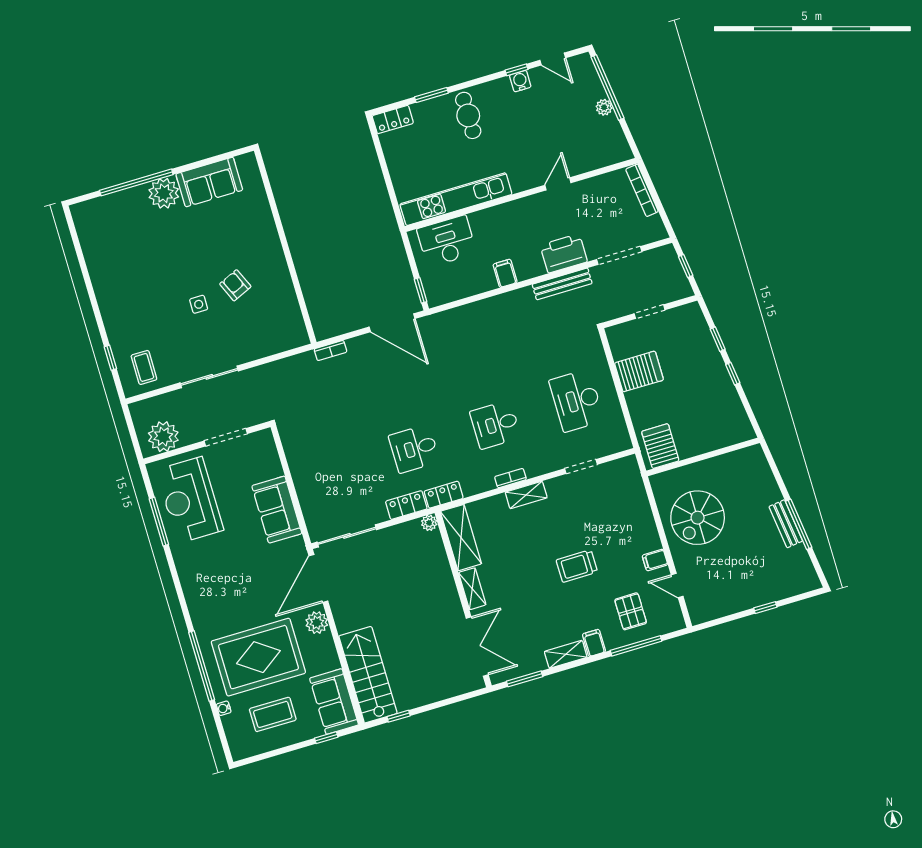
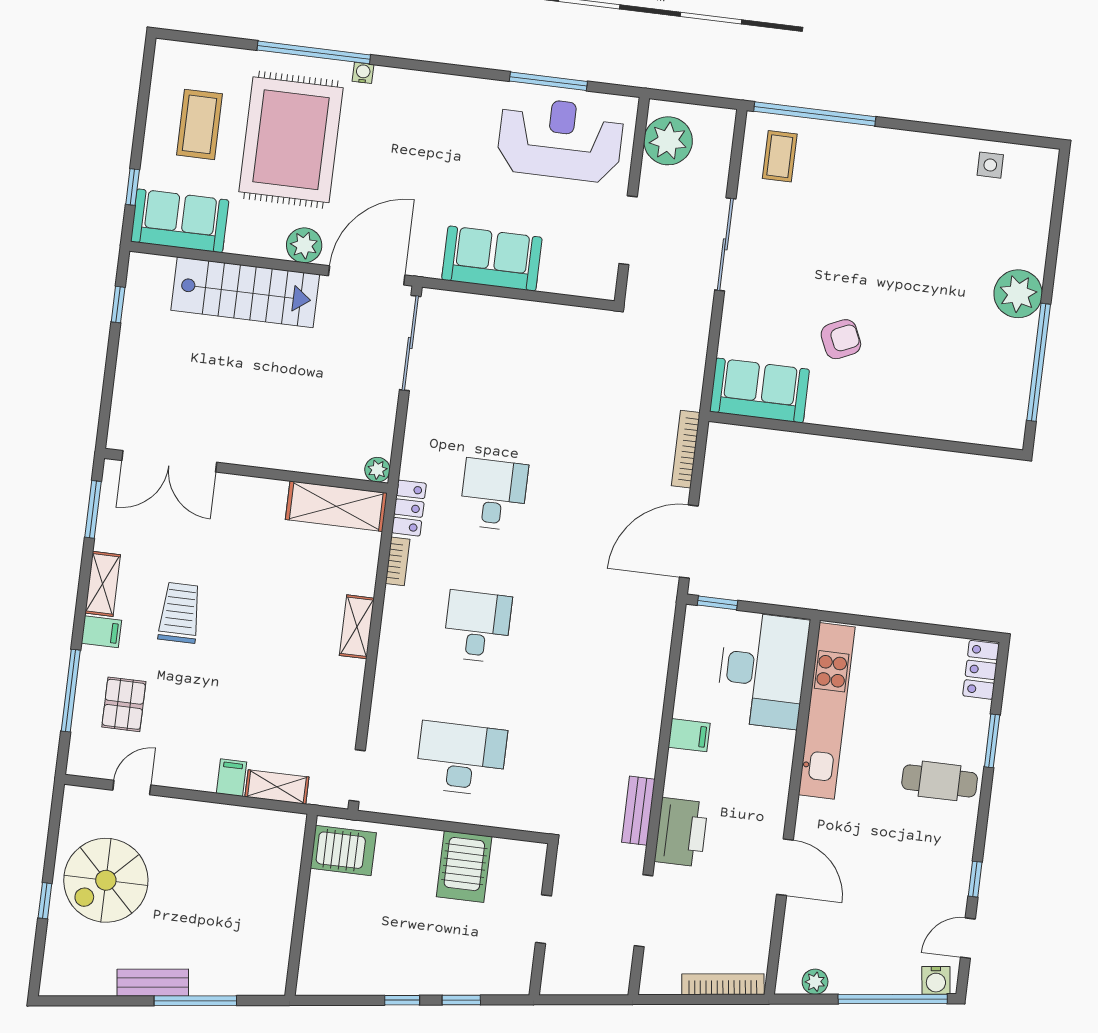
water cooler: (520, 81) -> (936, 980), moved, turned 83
plant: (604, 107) -> (815, 982), moved
window: (136, 182) -> (1039, 362), moved
sofa: (209, 182) -> (759, 390), moved, turned 90
door: (558, 184) -> (785, 867), width x1.37
desk: (447, 241) -> (763, 670), width x1.36, depth x1.30
window: (686, 266) -> (587, 1000), removed
bench: (562, 284) -> (638, 811), width x0.73
side table: (199, 304) -> (990, 165), moved
bookcase: (330, 351) -> (686, 449), width x1.56
window: (110, 358) -> (815, 114), width x3.17
coffee table: (144, 367) -> (780, 156), turned 90
doorway: (581, 467) -> (357, 776), moved
bookcase: (510, 478) -> (398, 561), moved
locker: (406, 505) -> (417, 448), removed
spiral stairs: (698, 518) -> (106, 880), moved, turned -90
window: (799, 524) -> (195, 1001), moved
filing cabinet: (655, 560) -> (232, 778), moved
trolley: (577, 566) -> (180, 613), moved
door: (318, 578) -> (367, 275), hinge flipped
shelving: (472, 589) -> (277, 787), moved
pallet: (631, 611) -> (124, 704), turned 90
stairs: (368, 675) -> (245, 292), moved
water cooler: (224, 708) -> (363, 73), moved

